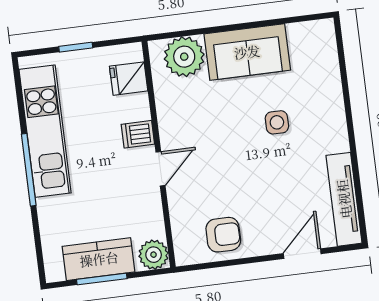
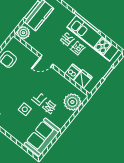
sofa: (247, 52) -> (42, 137), moved
dishwasher: (138, 134) -> (73, 72), moved
door: (161, 169) -> (47, 61), hinge flipped

